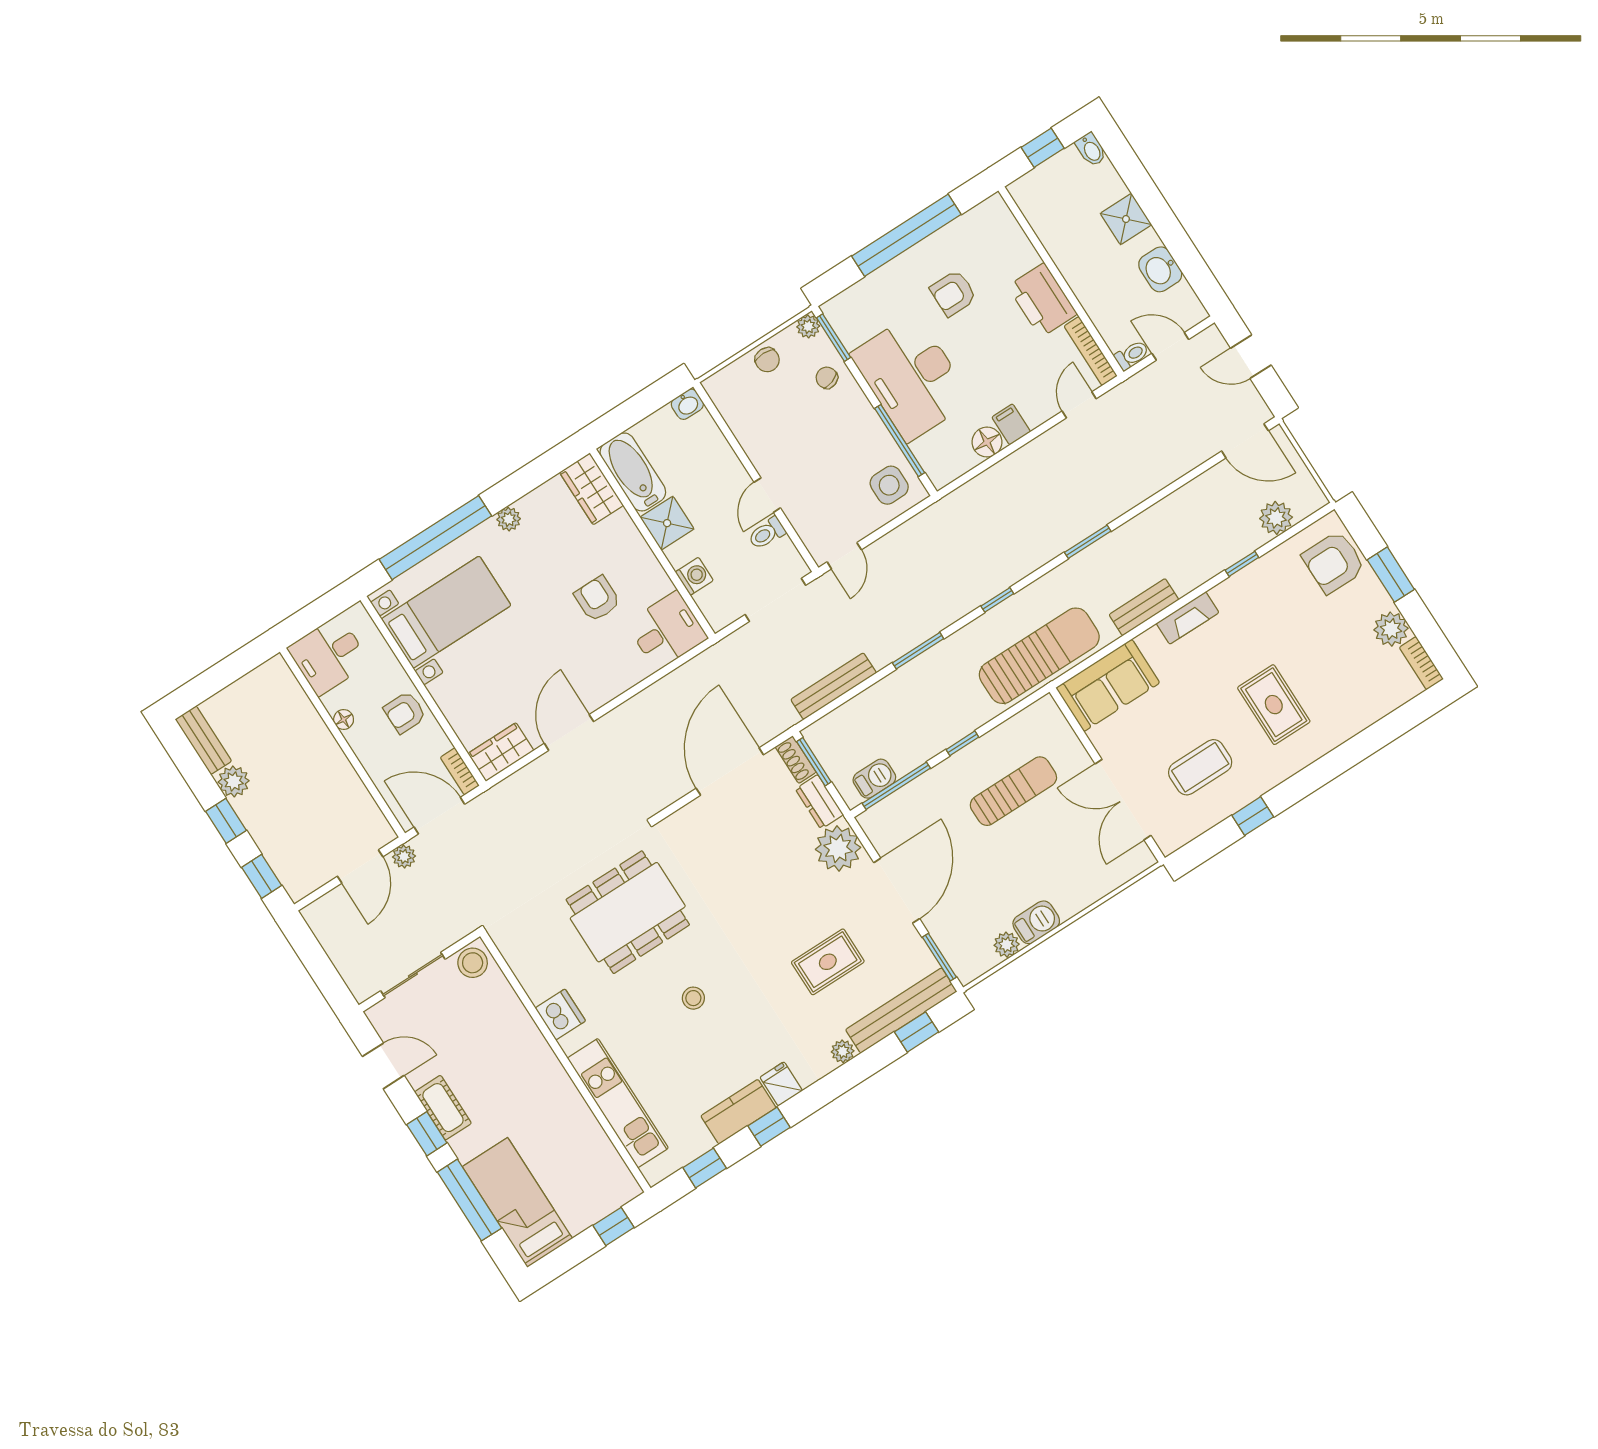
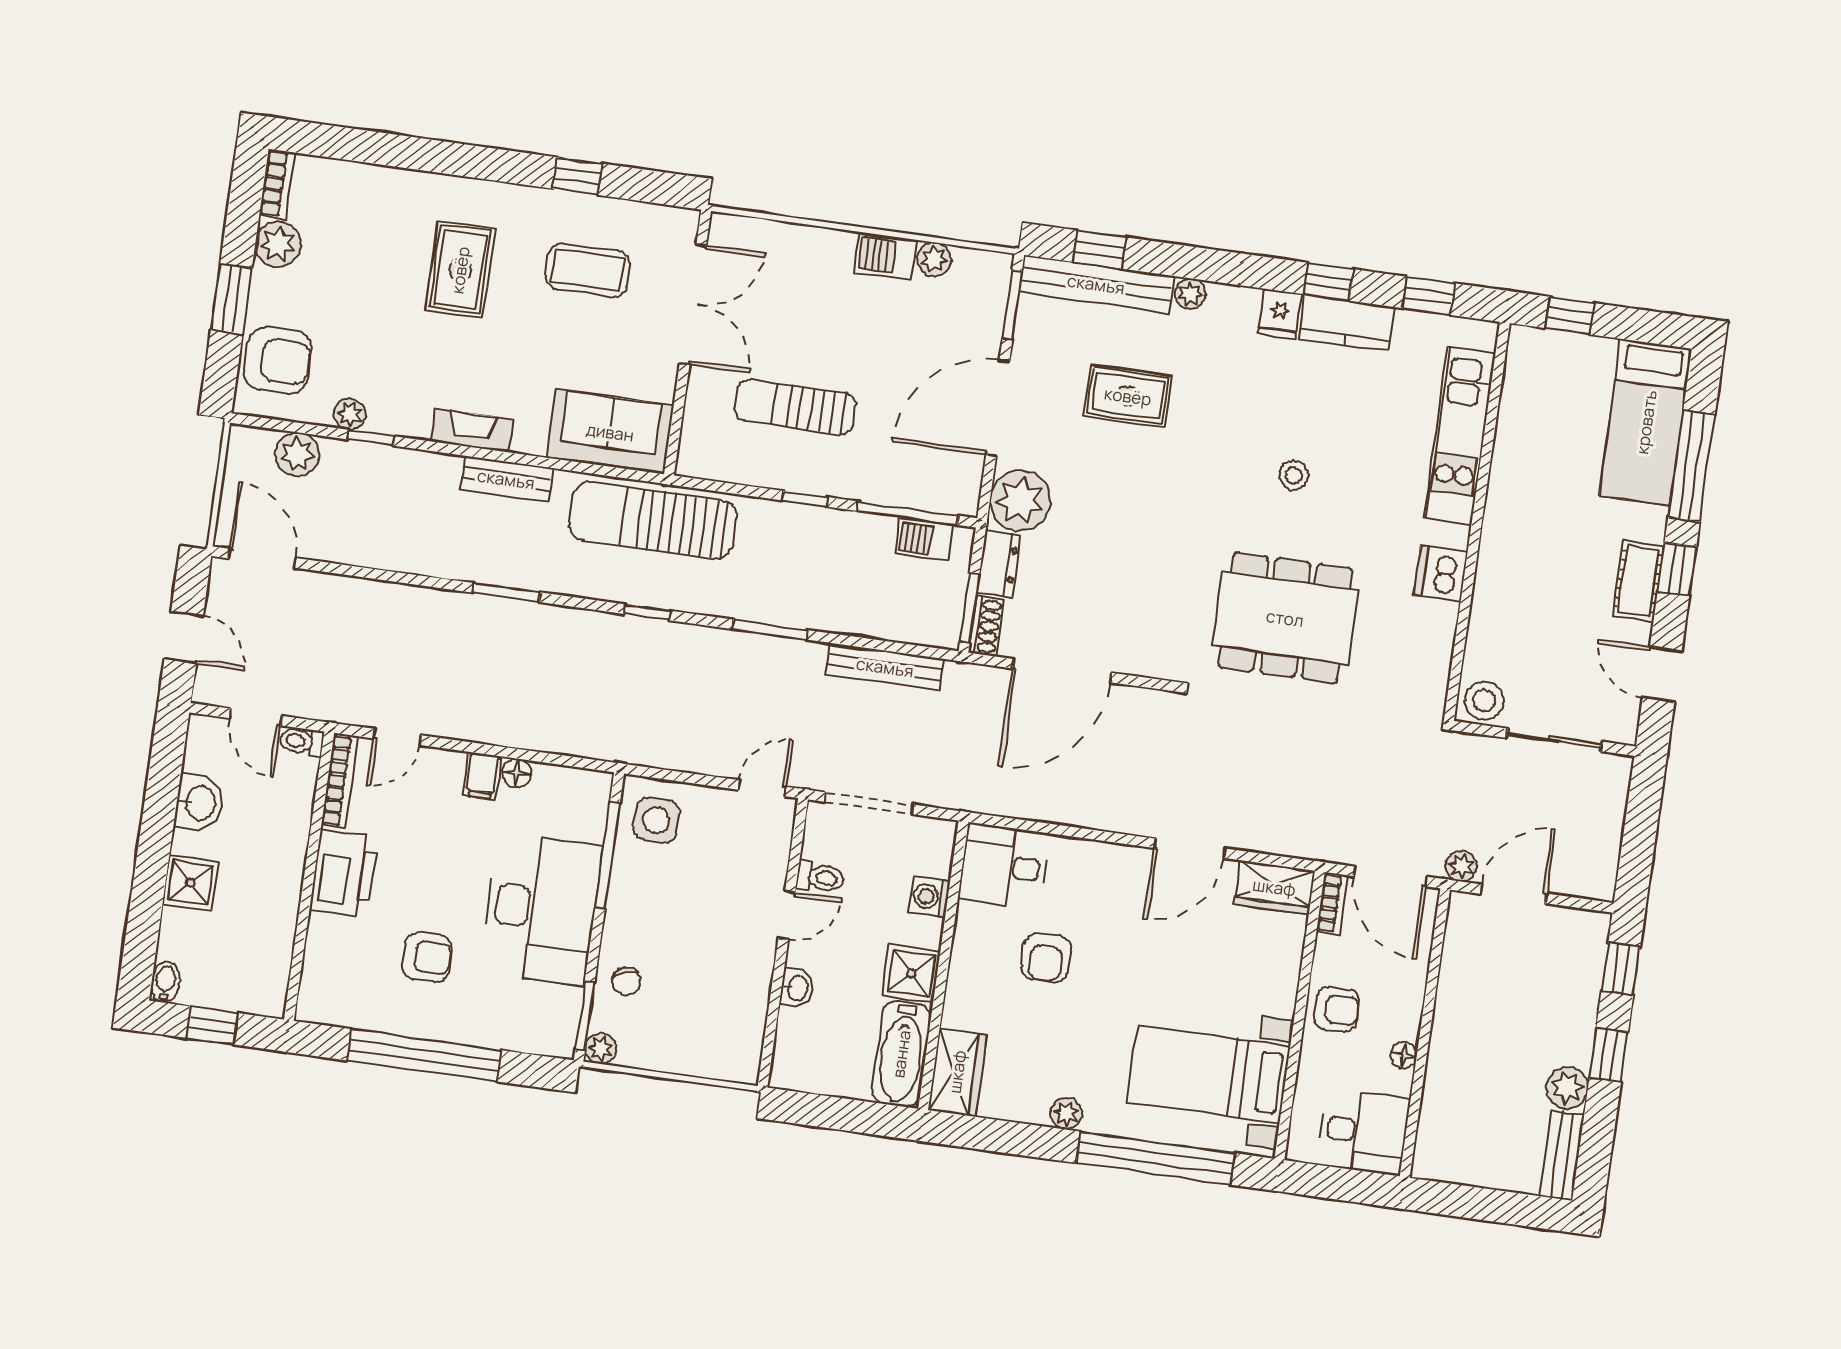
chair: (767, 360) -> (670, 1050), removed
washbasin: (687, 404) -> (797, 988), moved, turned 90
floor lamp: (987, 442) -> (517, 773), width x0.73, depth x0.73
plant: (1266, 567) -> (350, 414), added

